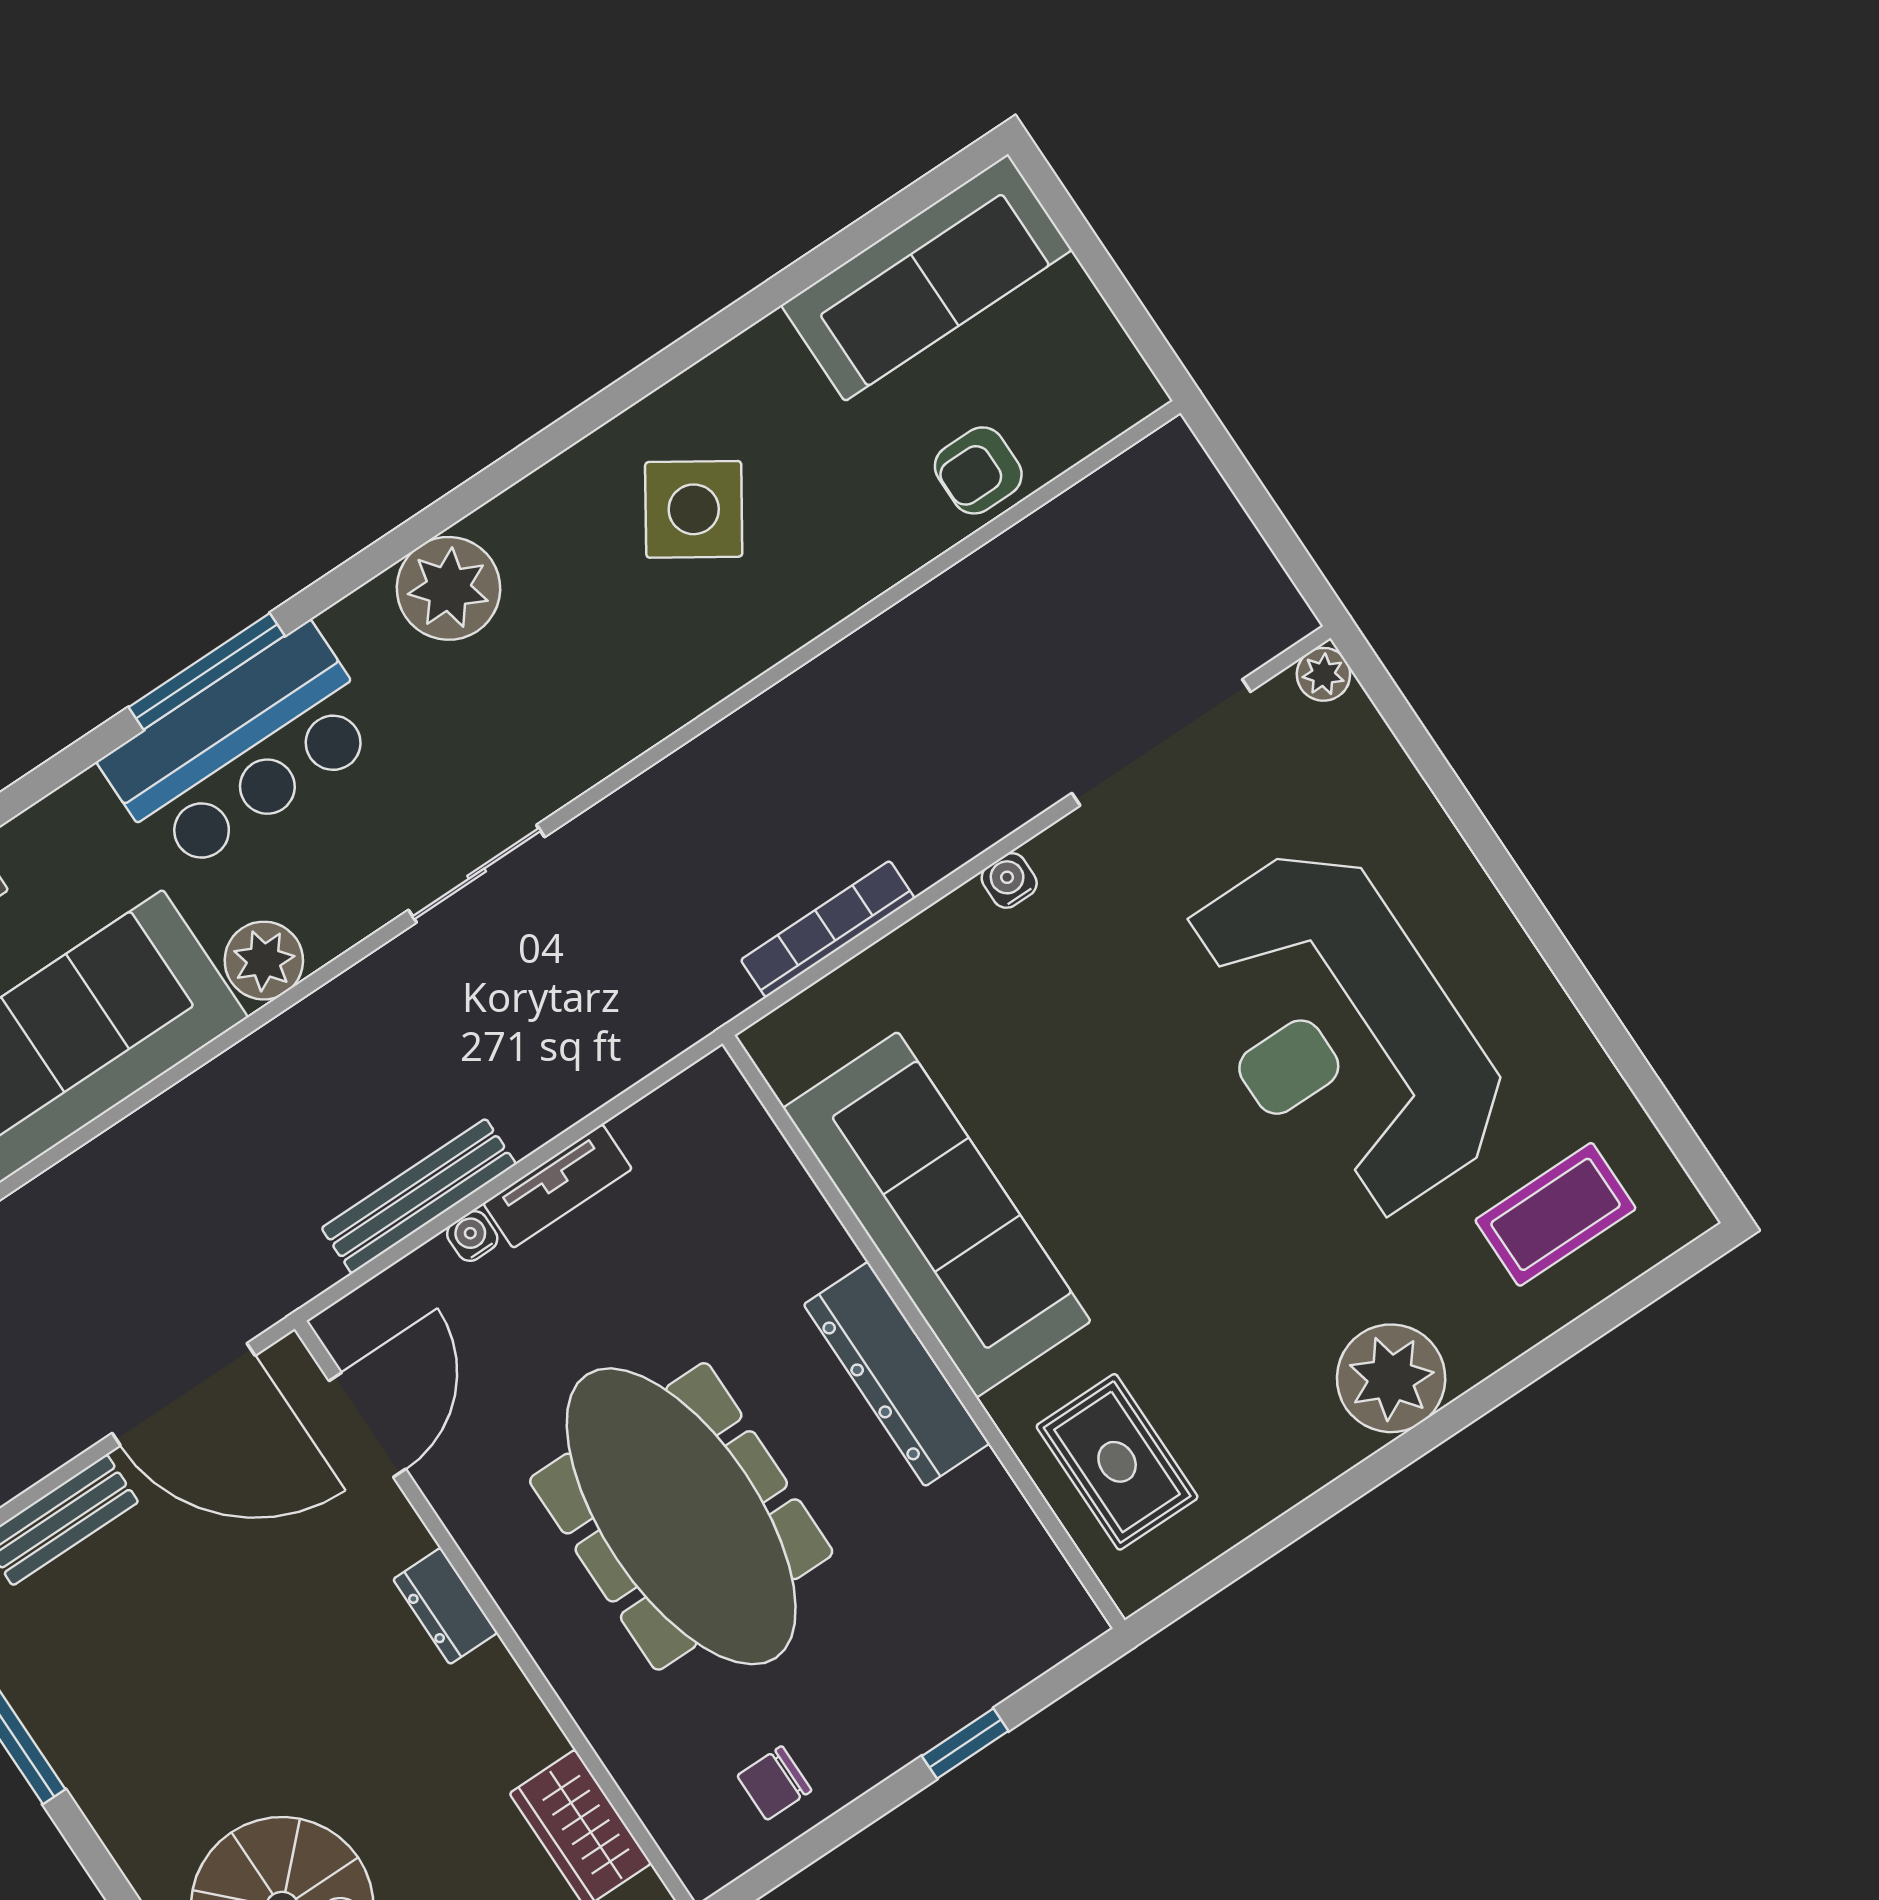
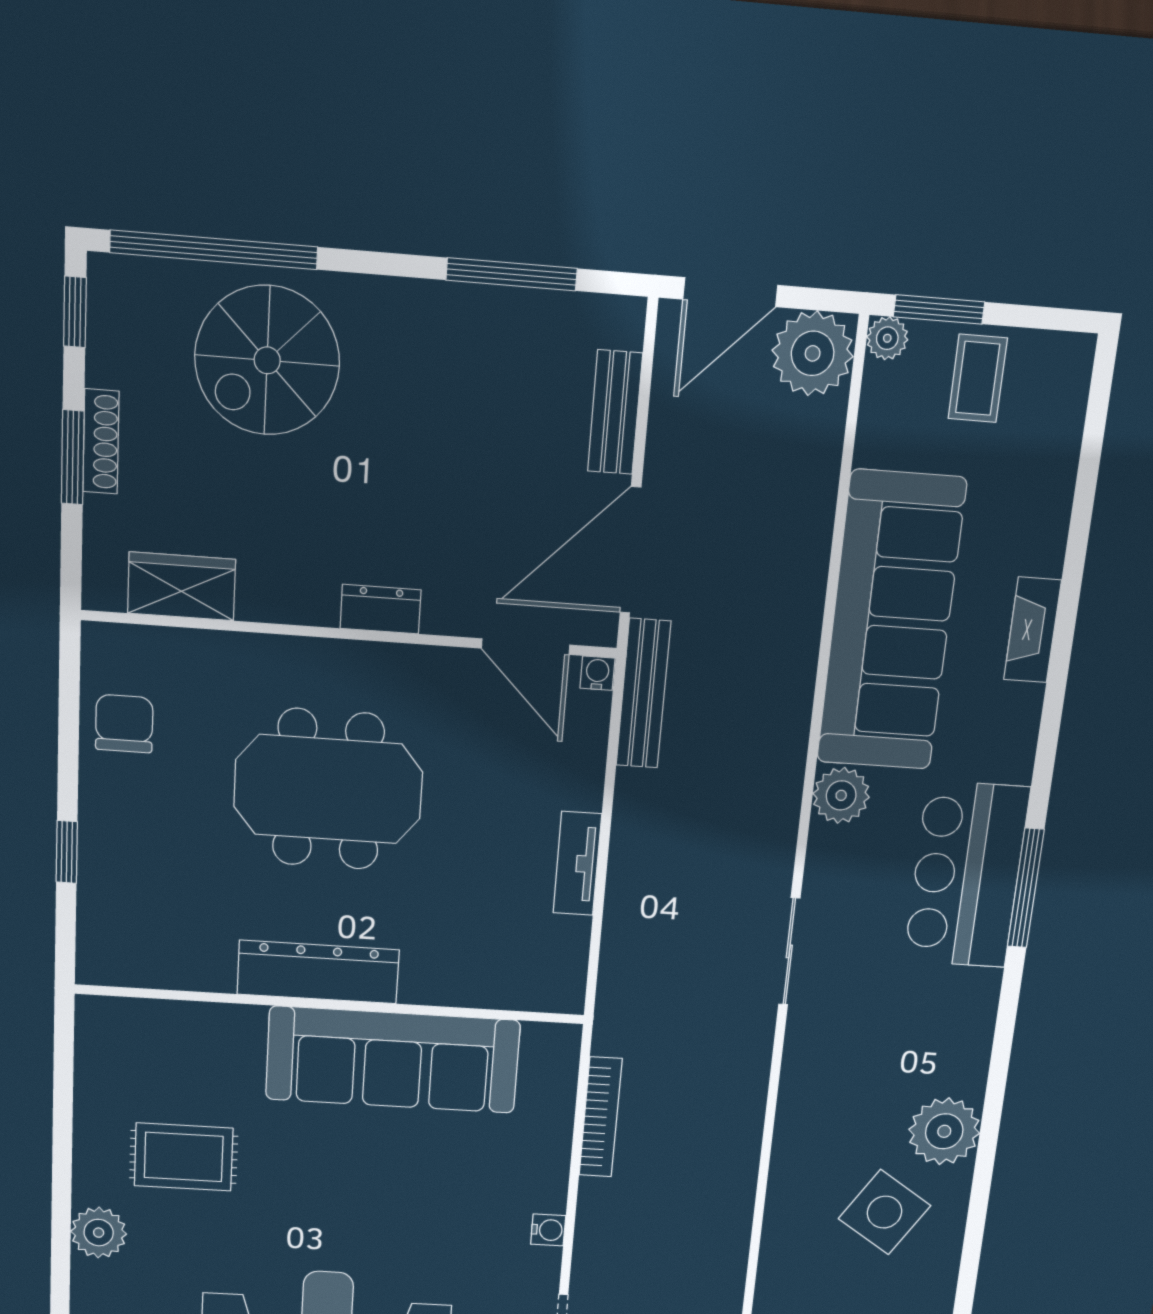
plant: (448, 588) -> (944, 1131), moved
bench: (419, 1196) -> (643, 693), moved
water cooler: (472, 1236) -> (597, 673), moved, turned -90
plant: (1391, 1378) -> (99, 1233), width x0.73, depth x0.73
rug: (1117, 1462) -> (184, 1157), moved
meeting table: (681, 1516) -> (328, 789), width x0.73
chair: (774, 1783) -> (124, 724), width x1.37, depth x1.37

